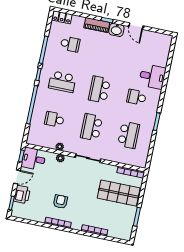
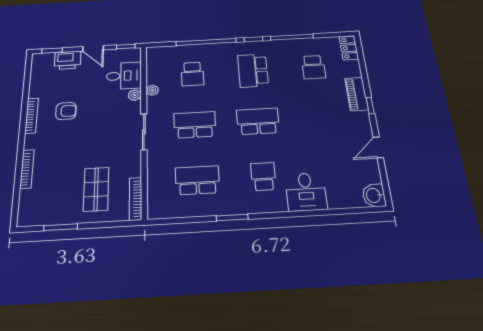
washbasin: (116, 30) -> (374, 195), moved
school desk: (54, 119) -> (192, 74), turned 180
school desk: (129, 135) -> (197, 180), turned 180
desk: (34, 159) -> (124, 76), moved, turned 90
shop shelf: (119, 193) -> (96, 189), width x0.70, depth x0.74

